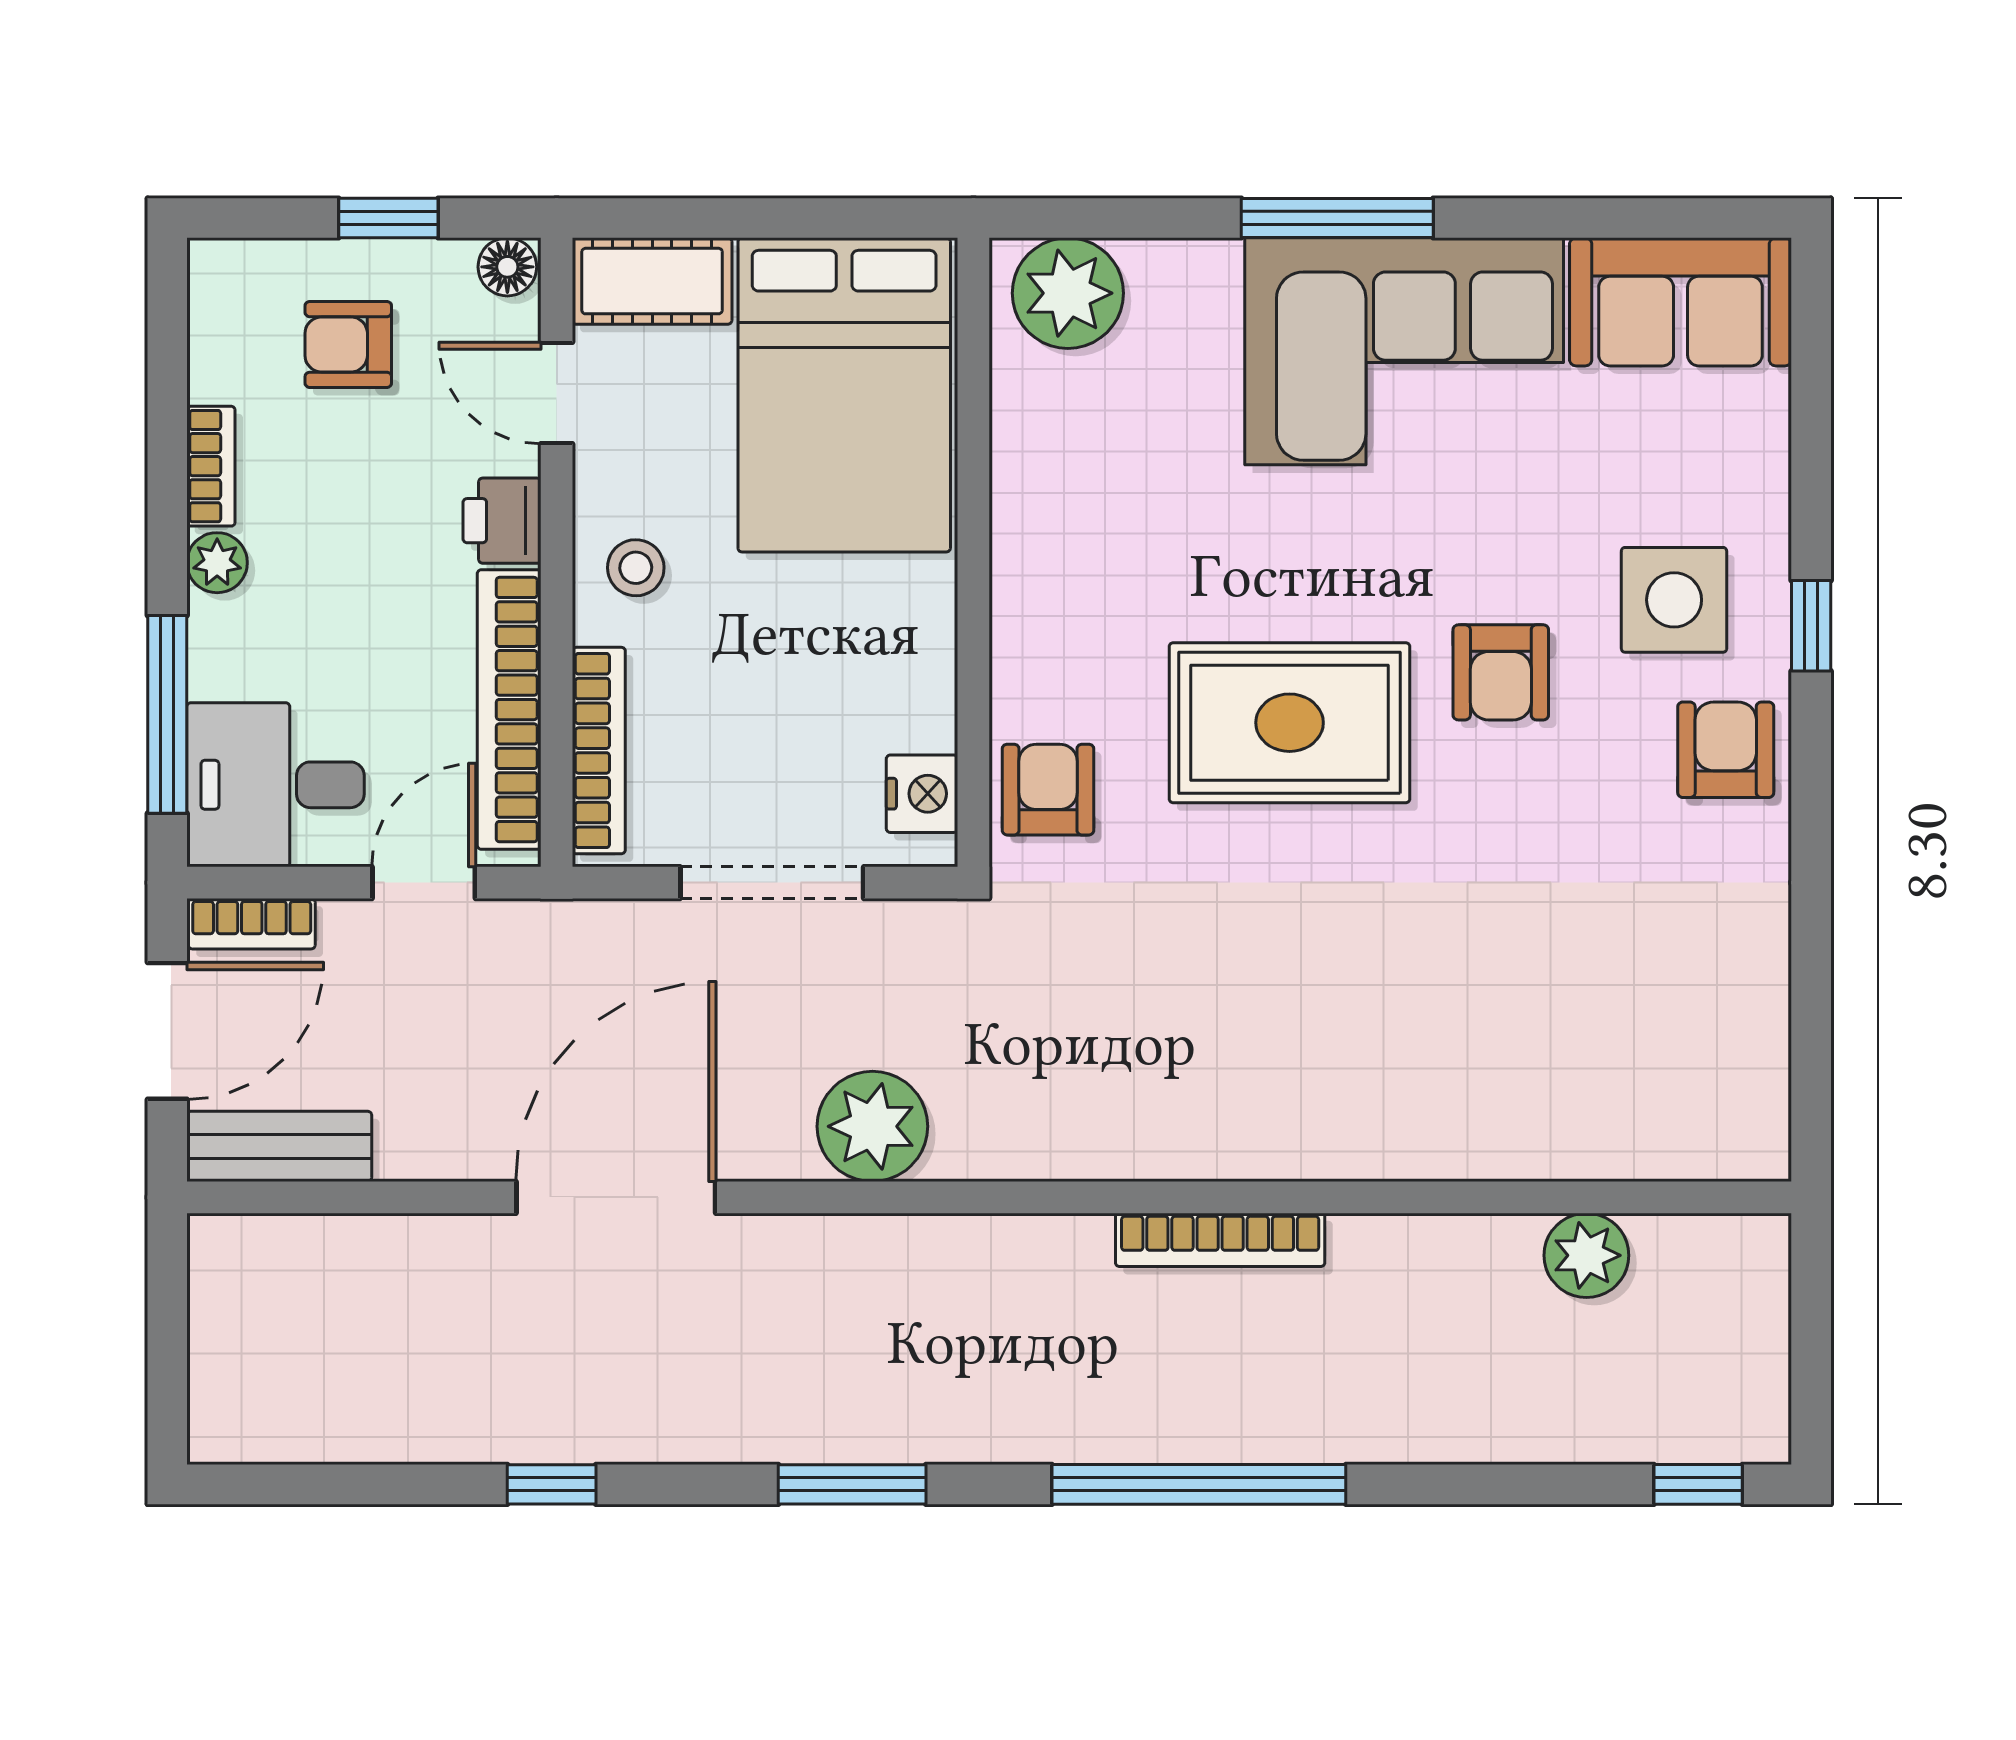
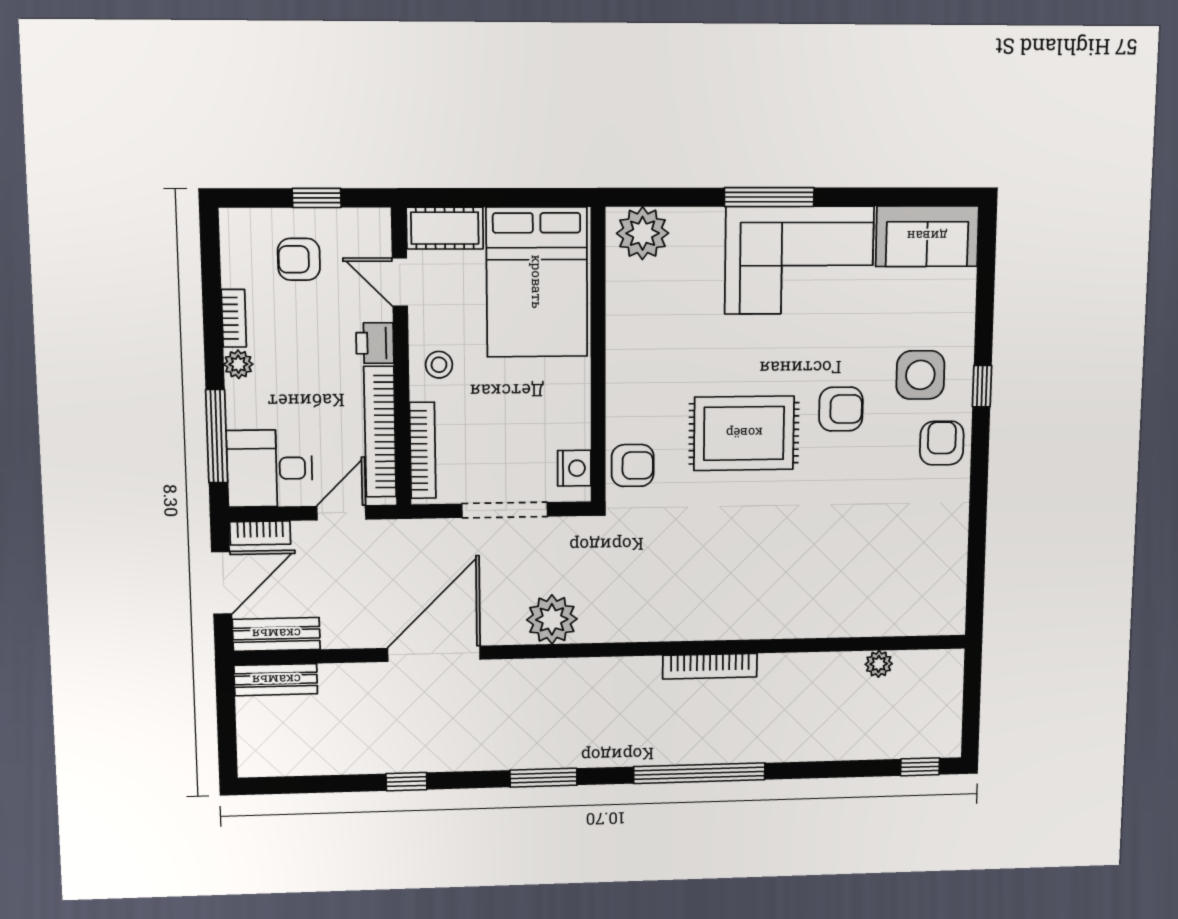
floor lamp: (507, 267) -> (375, 221), removed
armchair: (1501, 672) -> (841, 409), turned -90
armchair: (1048, 790) -> (633, 465), turned 90
bench: (275, 1247) -> (276, 680), added
plant: (1586, 1255) -> (879, 664), width x0.73, depth x0.73

